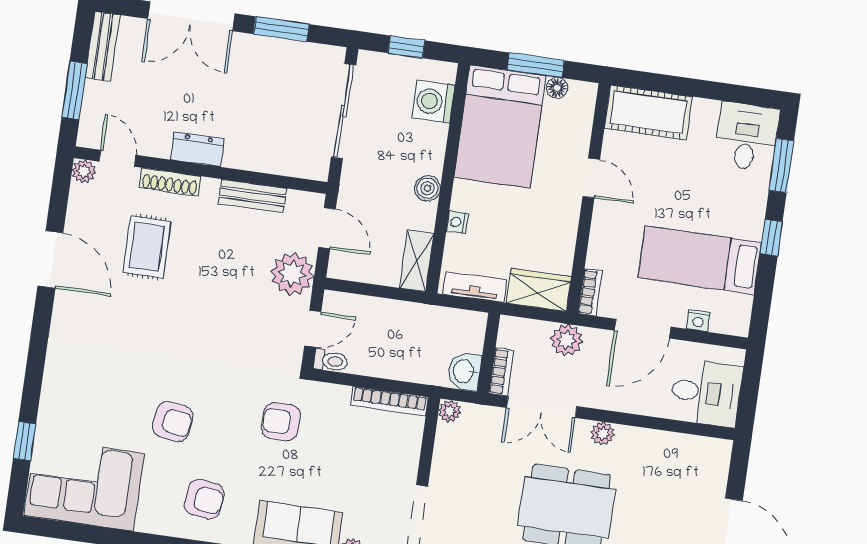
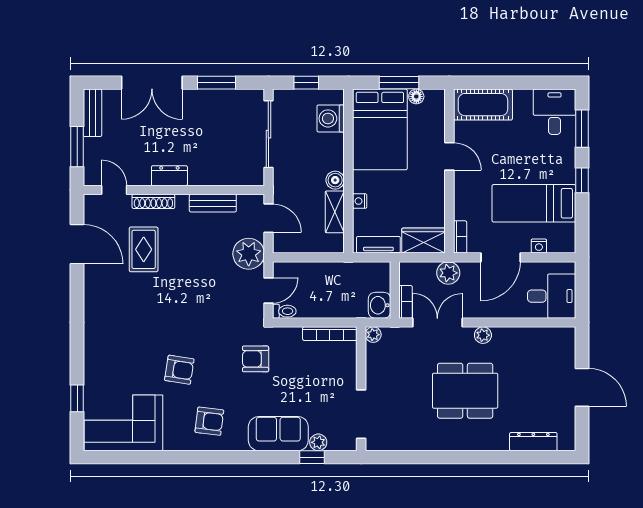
plant: (84, 171) -> (92, 203), removed
door: (50, 260) -> (77, 244), moved
shelving: (417, 261) -> (335, 212), moved
double door: (542, 407) -> (437, 323), swing flipped

